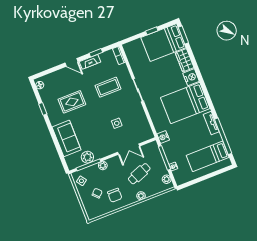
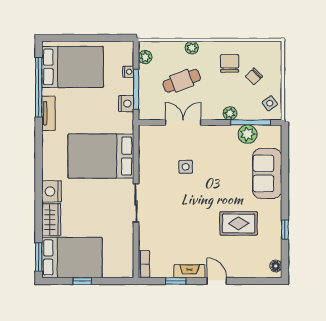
coffee table: (108, 87) -> (178, 224), removed
bed: (185, 103) -> (101, 156), moved, turned 180
nightstand: (163, 137) -> (126, 104), moved
bed: (208, 156) -> (72, 67), width x1.50

